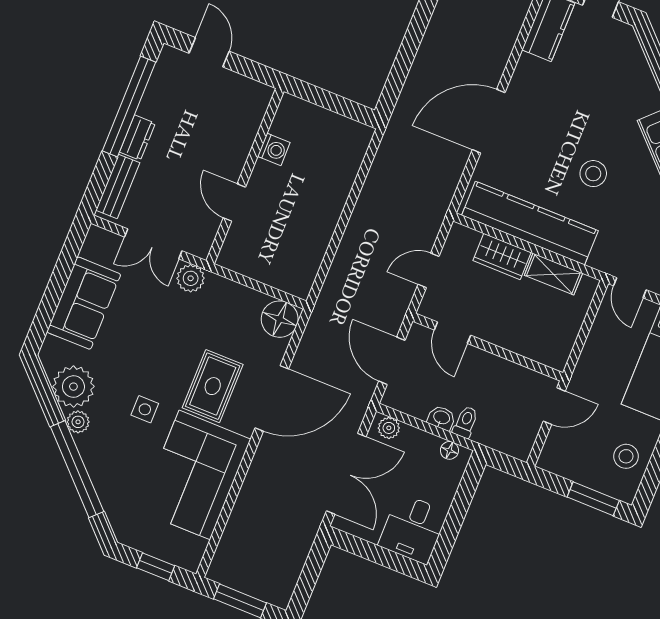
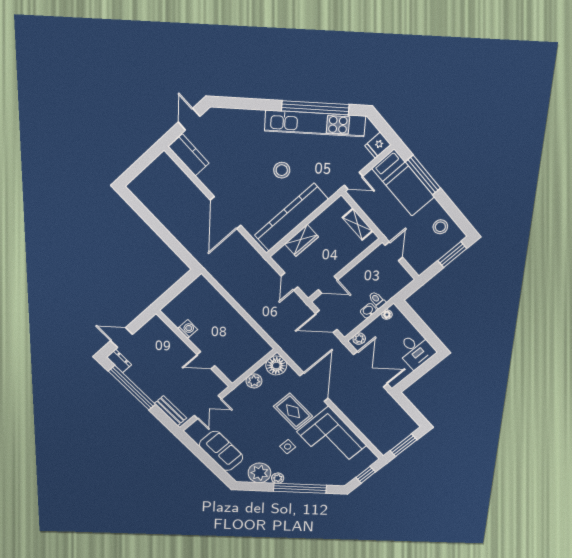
dresser: (137, 138) -> (119, 361), moved
shelving: (553, 274) -> (358, 224), moved, turned 90
plant: (191, 278) -> (254, 381), moved

